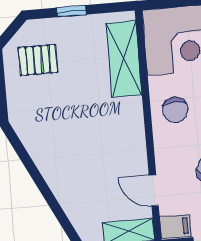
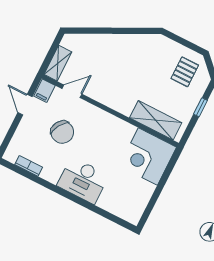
chair: (175, 110) -> (109, 131), removed

